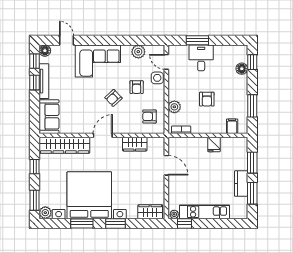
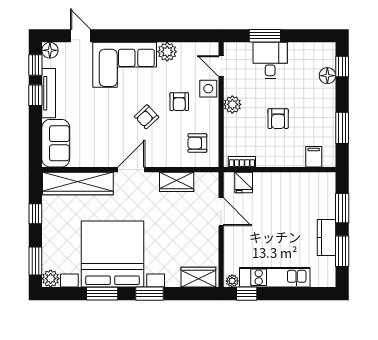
plant: (138, 52) -> (167, 52), moved
plant: (174, 107) -> (232, 104), moved
fridge: (214, 144) -> (244, 182), moved

